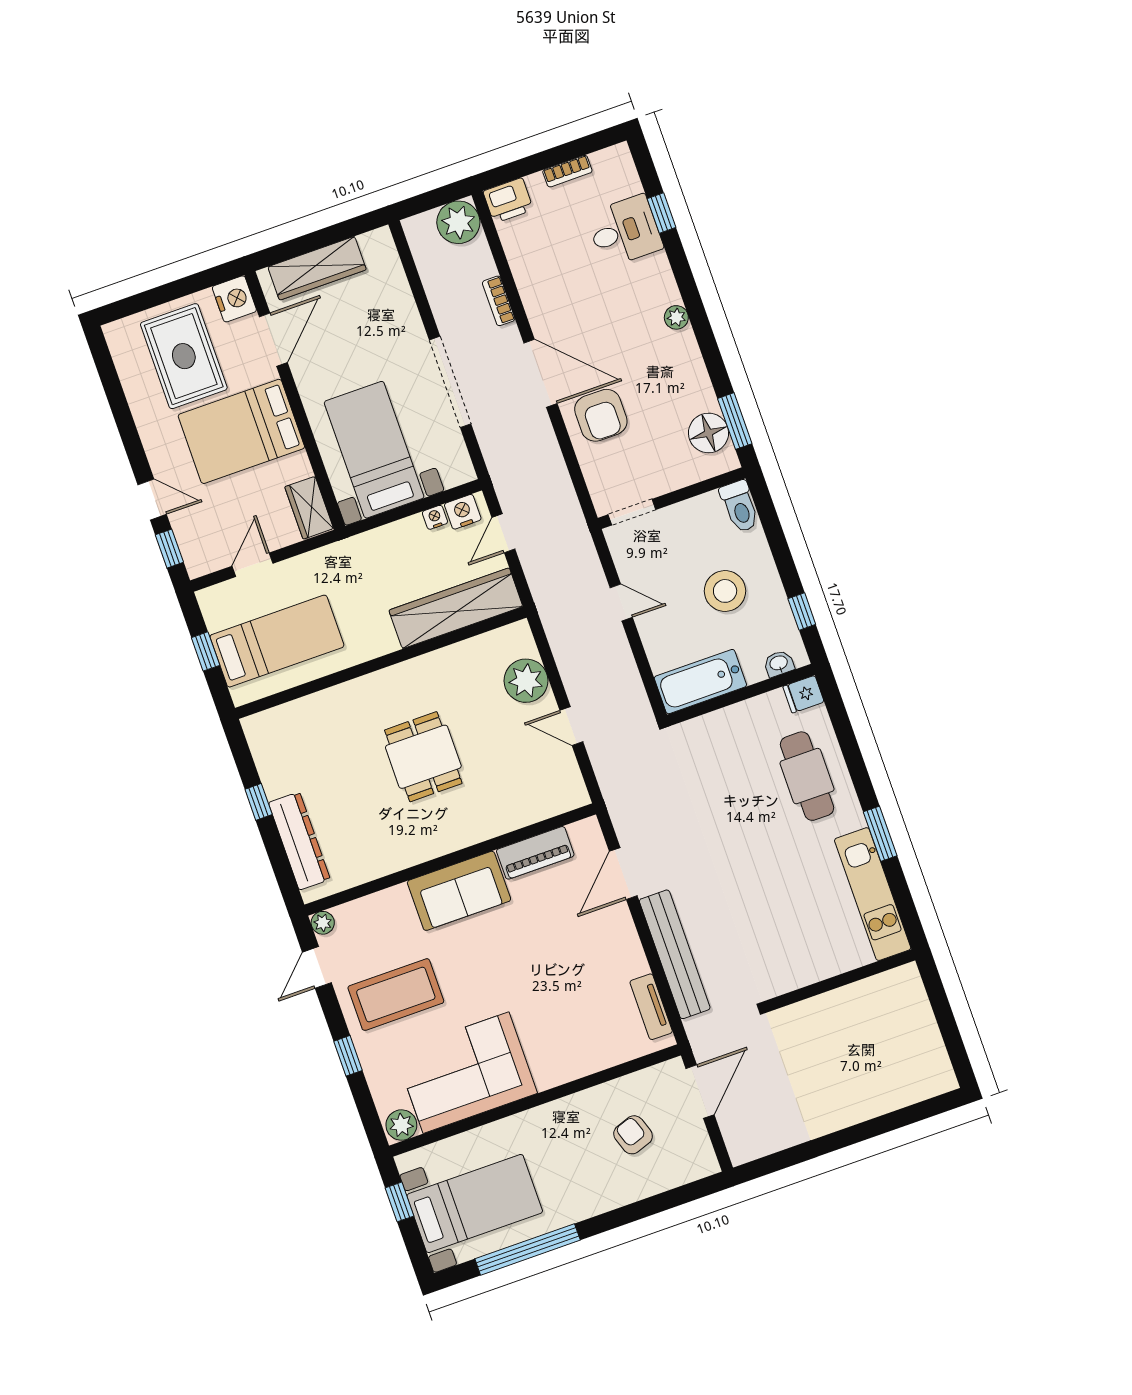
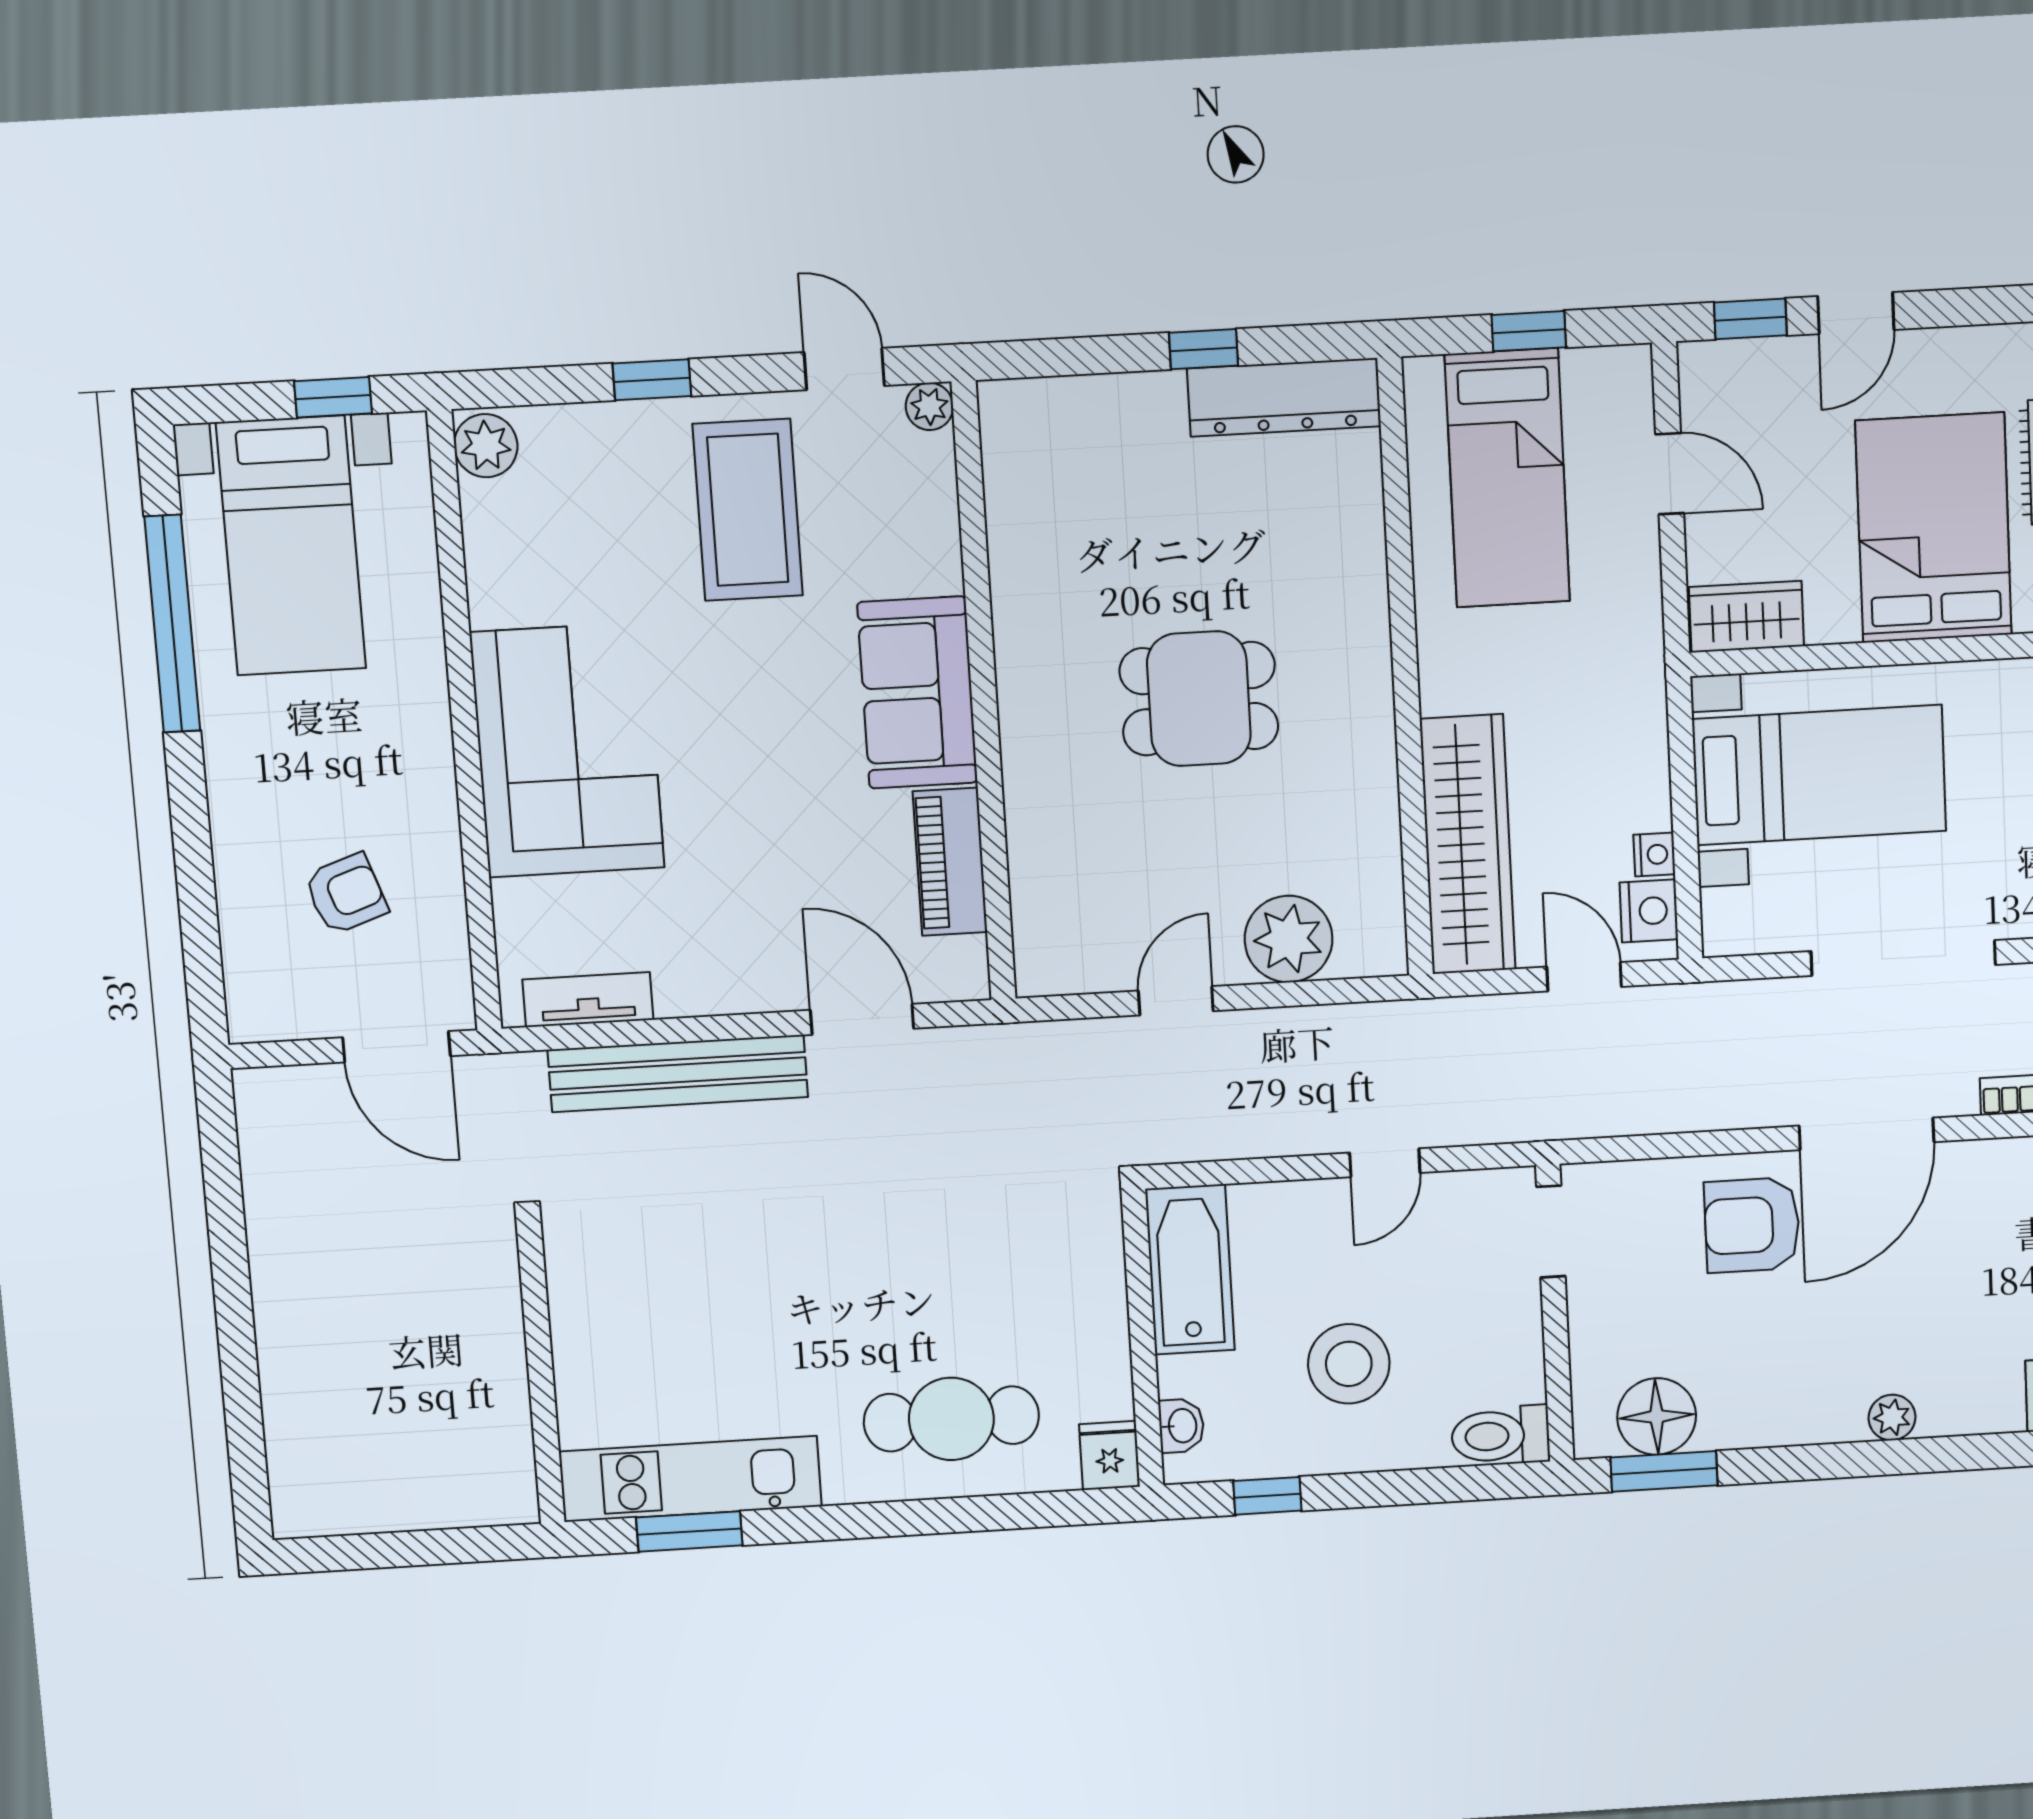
window: (880, 834) -> (689, 1531), moved
dresser: (299, 841) -> (1284, 397), moved
corner sofa: (466, 1073) -> (567, 750), moved

